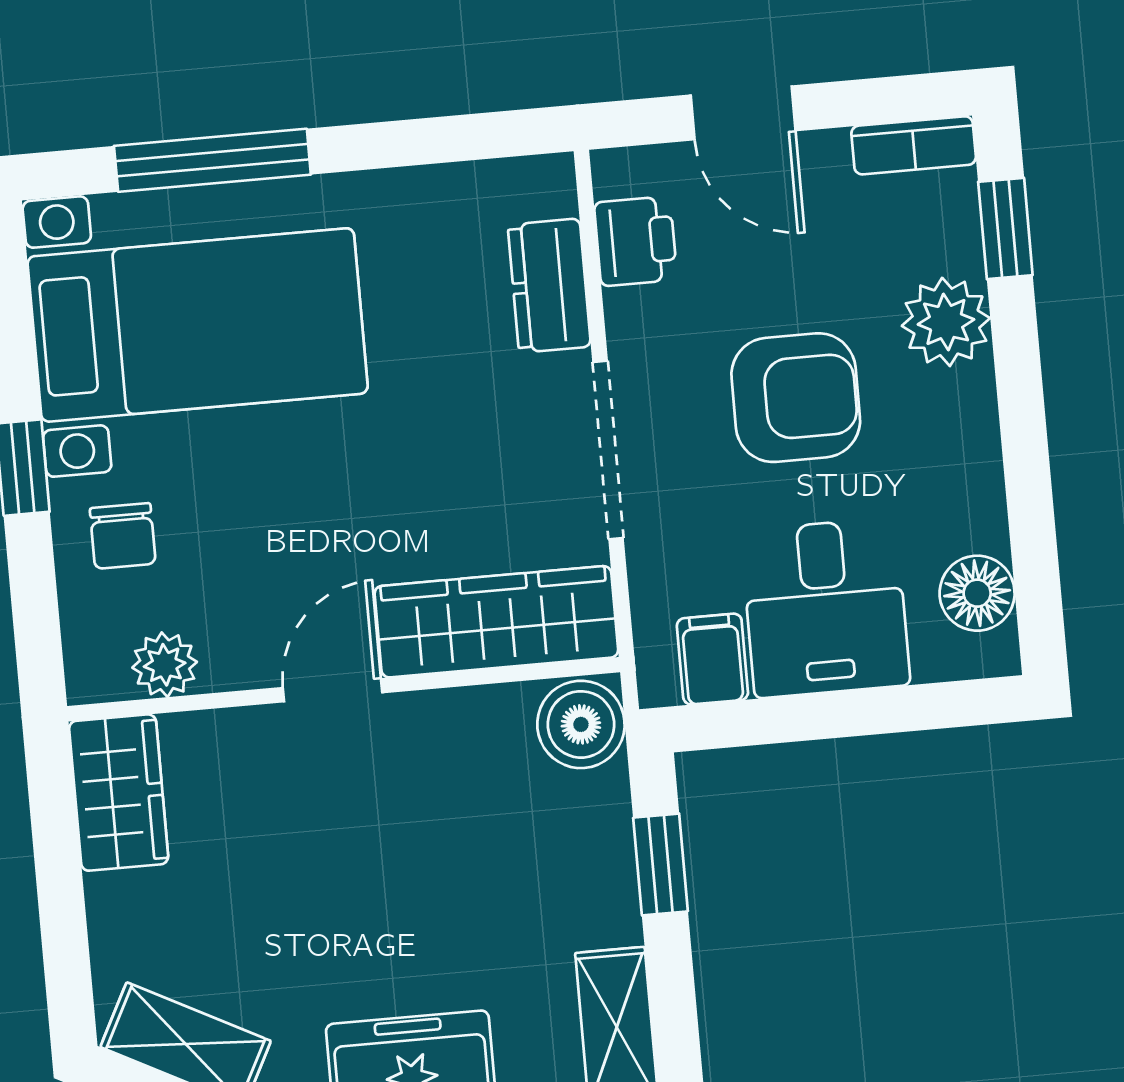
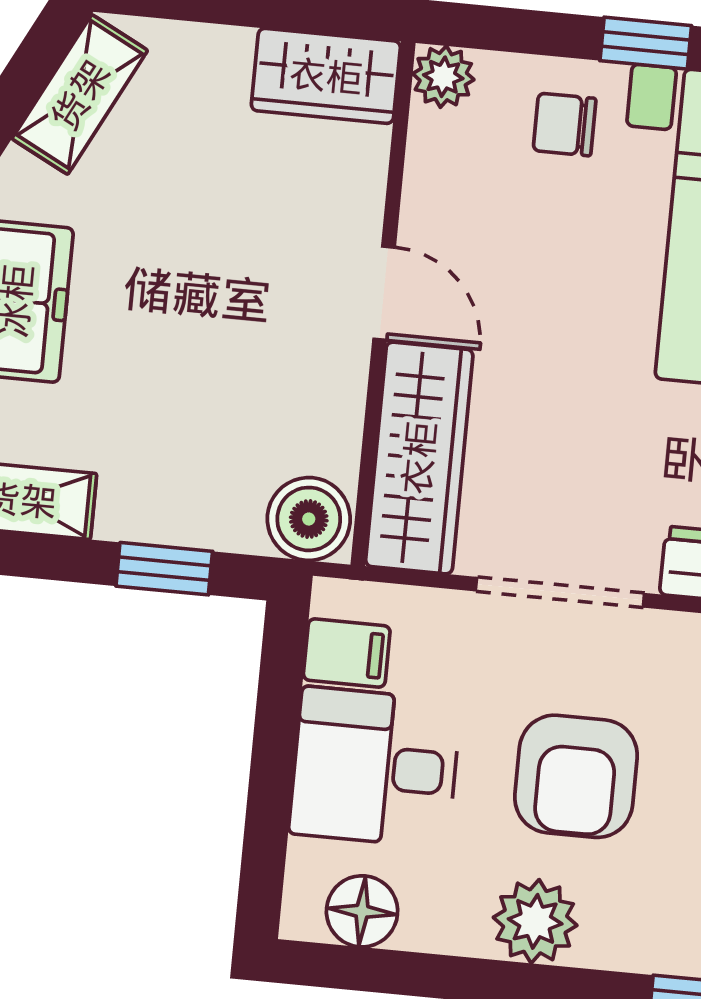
plant: (946, 322) -> (535, 921), moved
plant: (165, 665) -> (443, 77), moved

